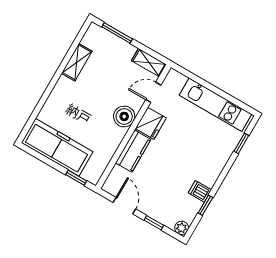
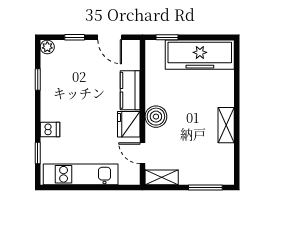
shelving: (77, 62) -> (226, 125), moved
door: (153, 92) -> (143, 153), swing flipped
dishwasher: (200, 191) -> (50, 130), moved

